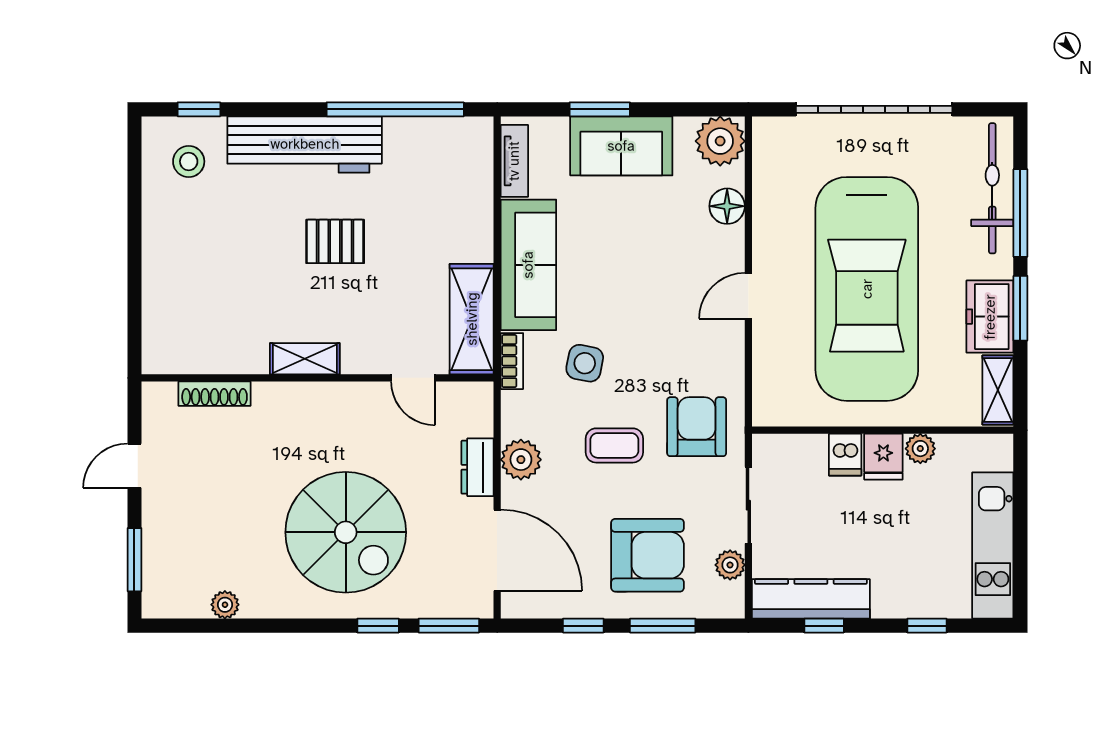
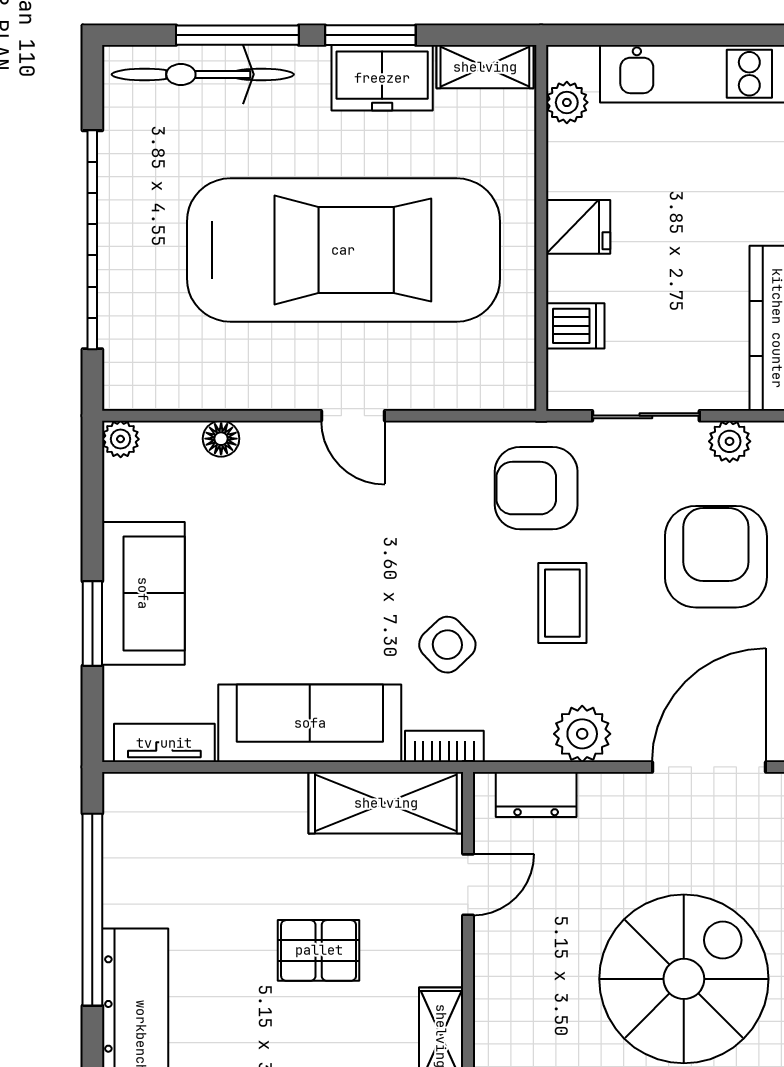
plant: (720, 141) -> (121, 439), width x0.53, depth x0.53
floor lamp: (727, 206) -> (221, 439), width x0.73, depth x0.73
pallet: (335, 241) -> (319, 950), moved, turned 90
side table: (585, 363) -> (447, 645), turned 35
plant: (920, 449) -> (567, 102), moved
dishwasher: (845, 455) -> (575, 326), moved
dresser: (478, 467) -> (536, 795), moved

